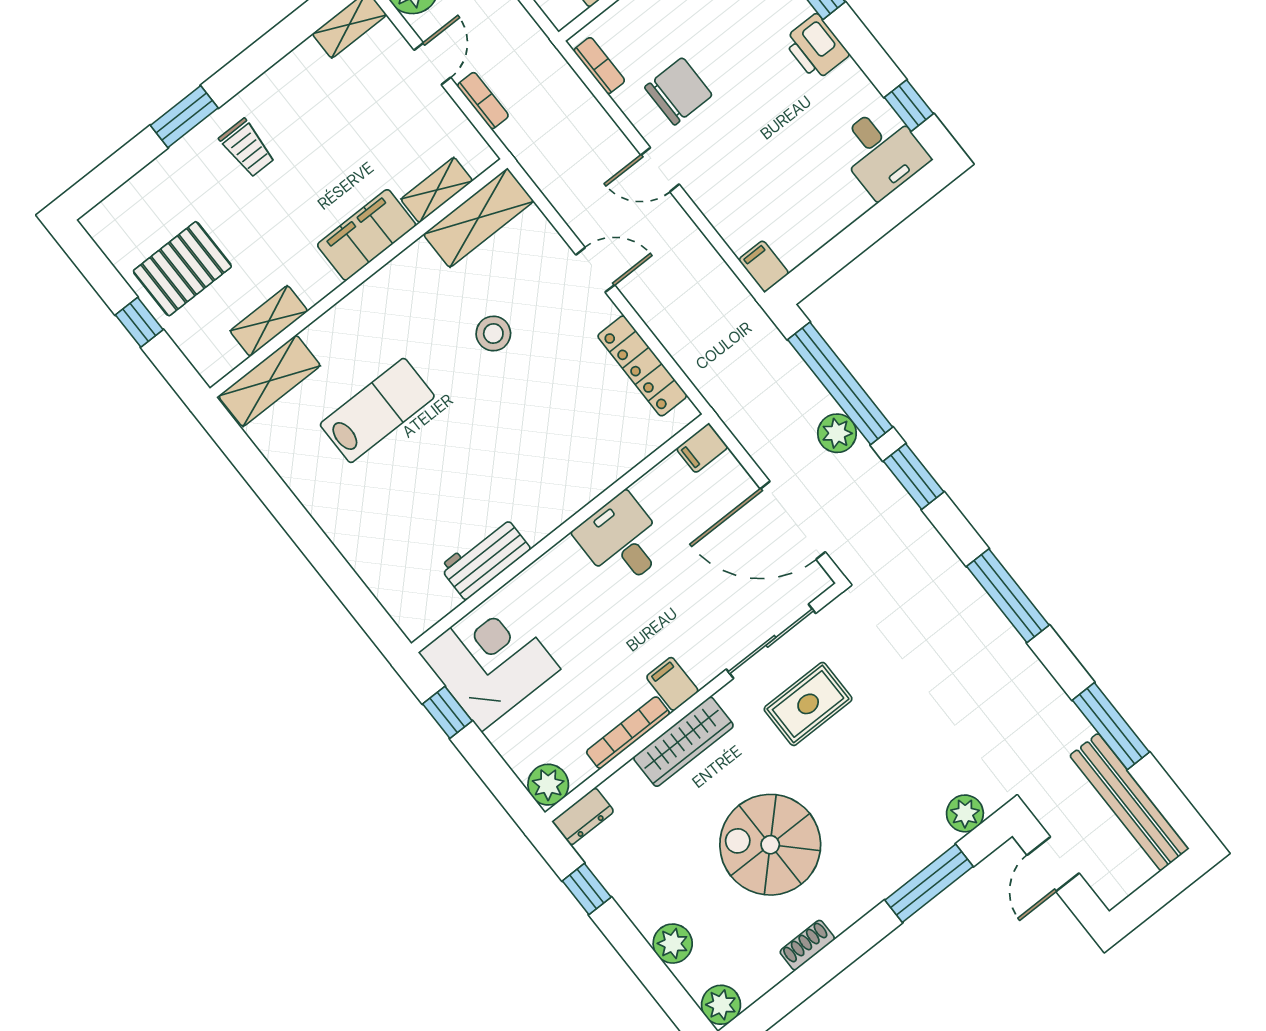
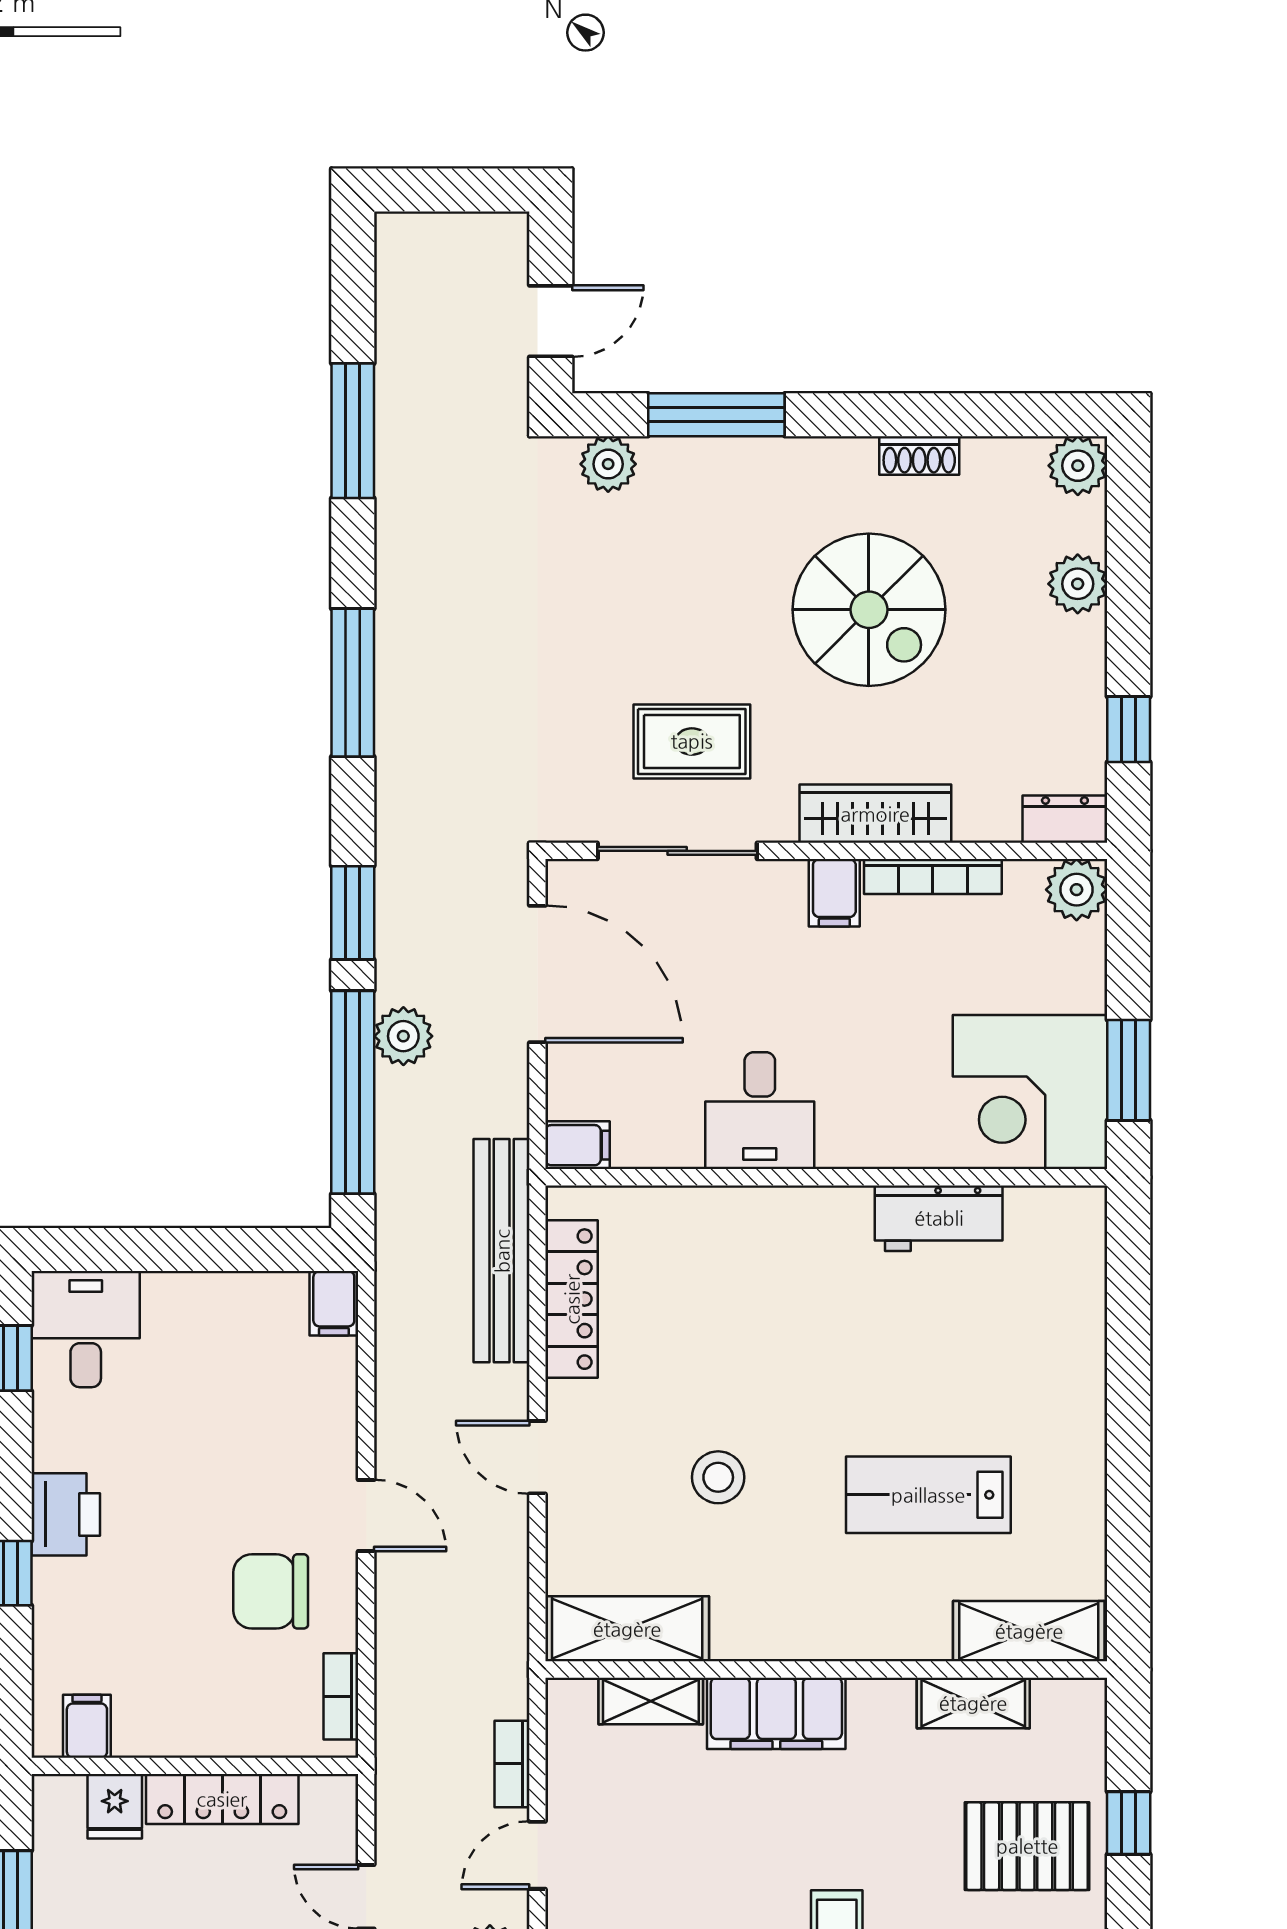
window: (447, 712) -> (1129, 1070), width x1.50
bench: (1129, 802) -> (502, 1251), moved

